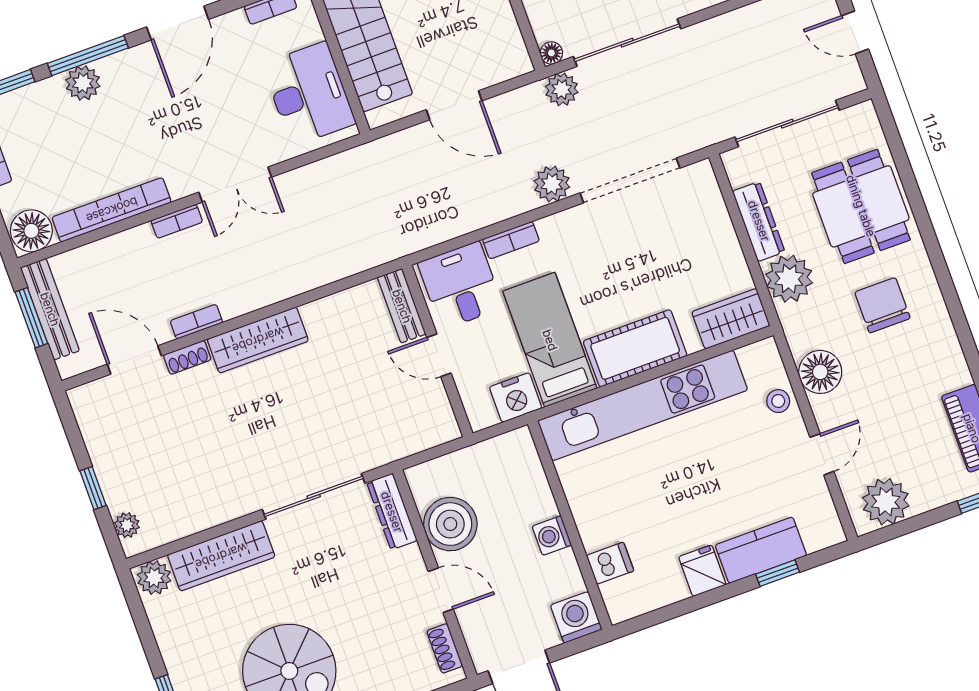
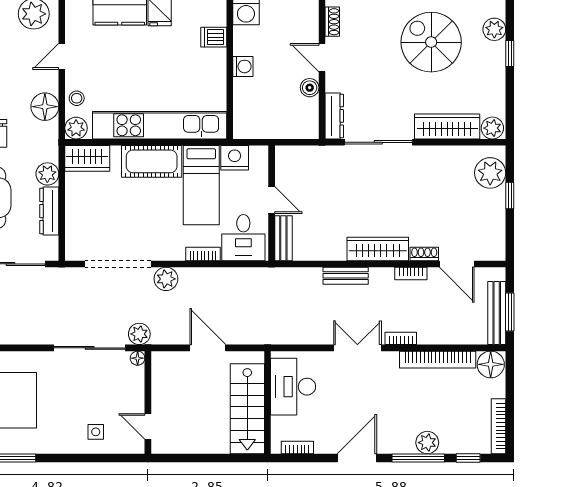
plant: (789, 279) -> (47, 174), width x0.73, depth x0.73
bench: (291, 284) -> (346, 276), added
plant: (763, 357) -> (76, 128), added
boiler: (450, 524) -> (310, 88), width x0.54, depth x0.54
plant: (127, 525) -> (490, 173), width x1.88, depth x1.88

